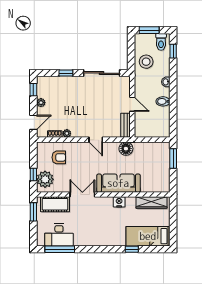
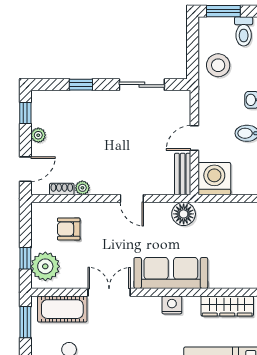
sliding door: (102, 73) -> (142, 85), width x0.73
door: (132, 104) -> (194, 138), swing flipped
washing machine: (144, 128) -> (214, 179), added
armchair: (59, 157) -> (69, 229), turned 180

